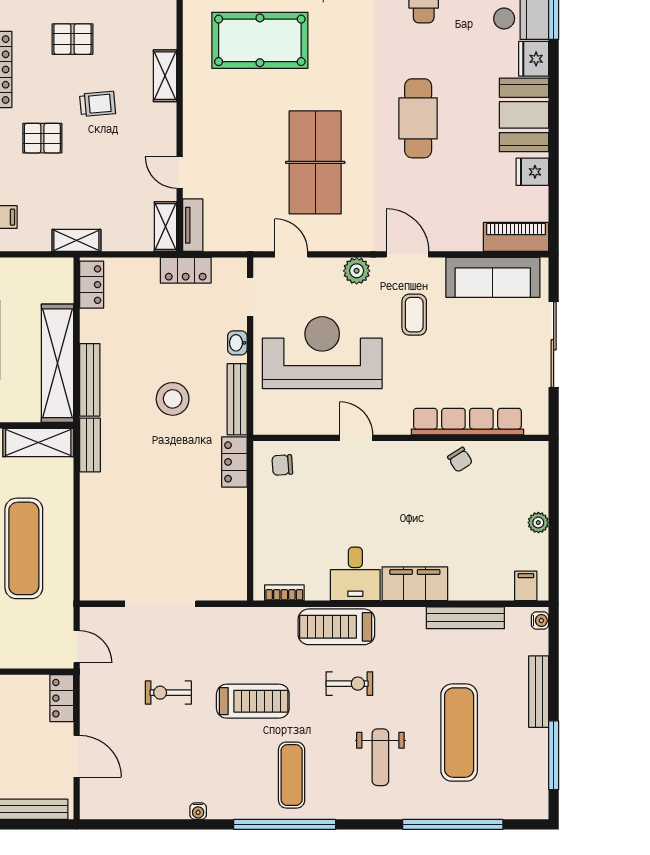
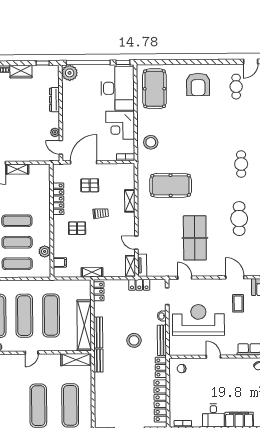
plant: (357, 271) -> (213, 285), removed
locker: (233, 540) -> (160, 401), added

